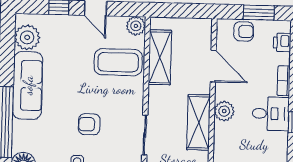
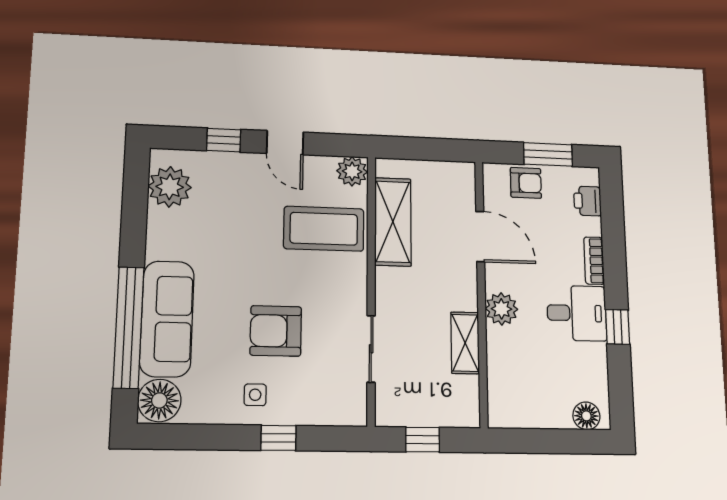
sofa: (28, 85) -> (167, 319), moved
shelving: (199, 122) -> (465, 343), width x0.67, depth x0.75
armchair: (89, 124) -> (276, 331), width x1.38, depth x1.38

